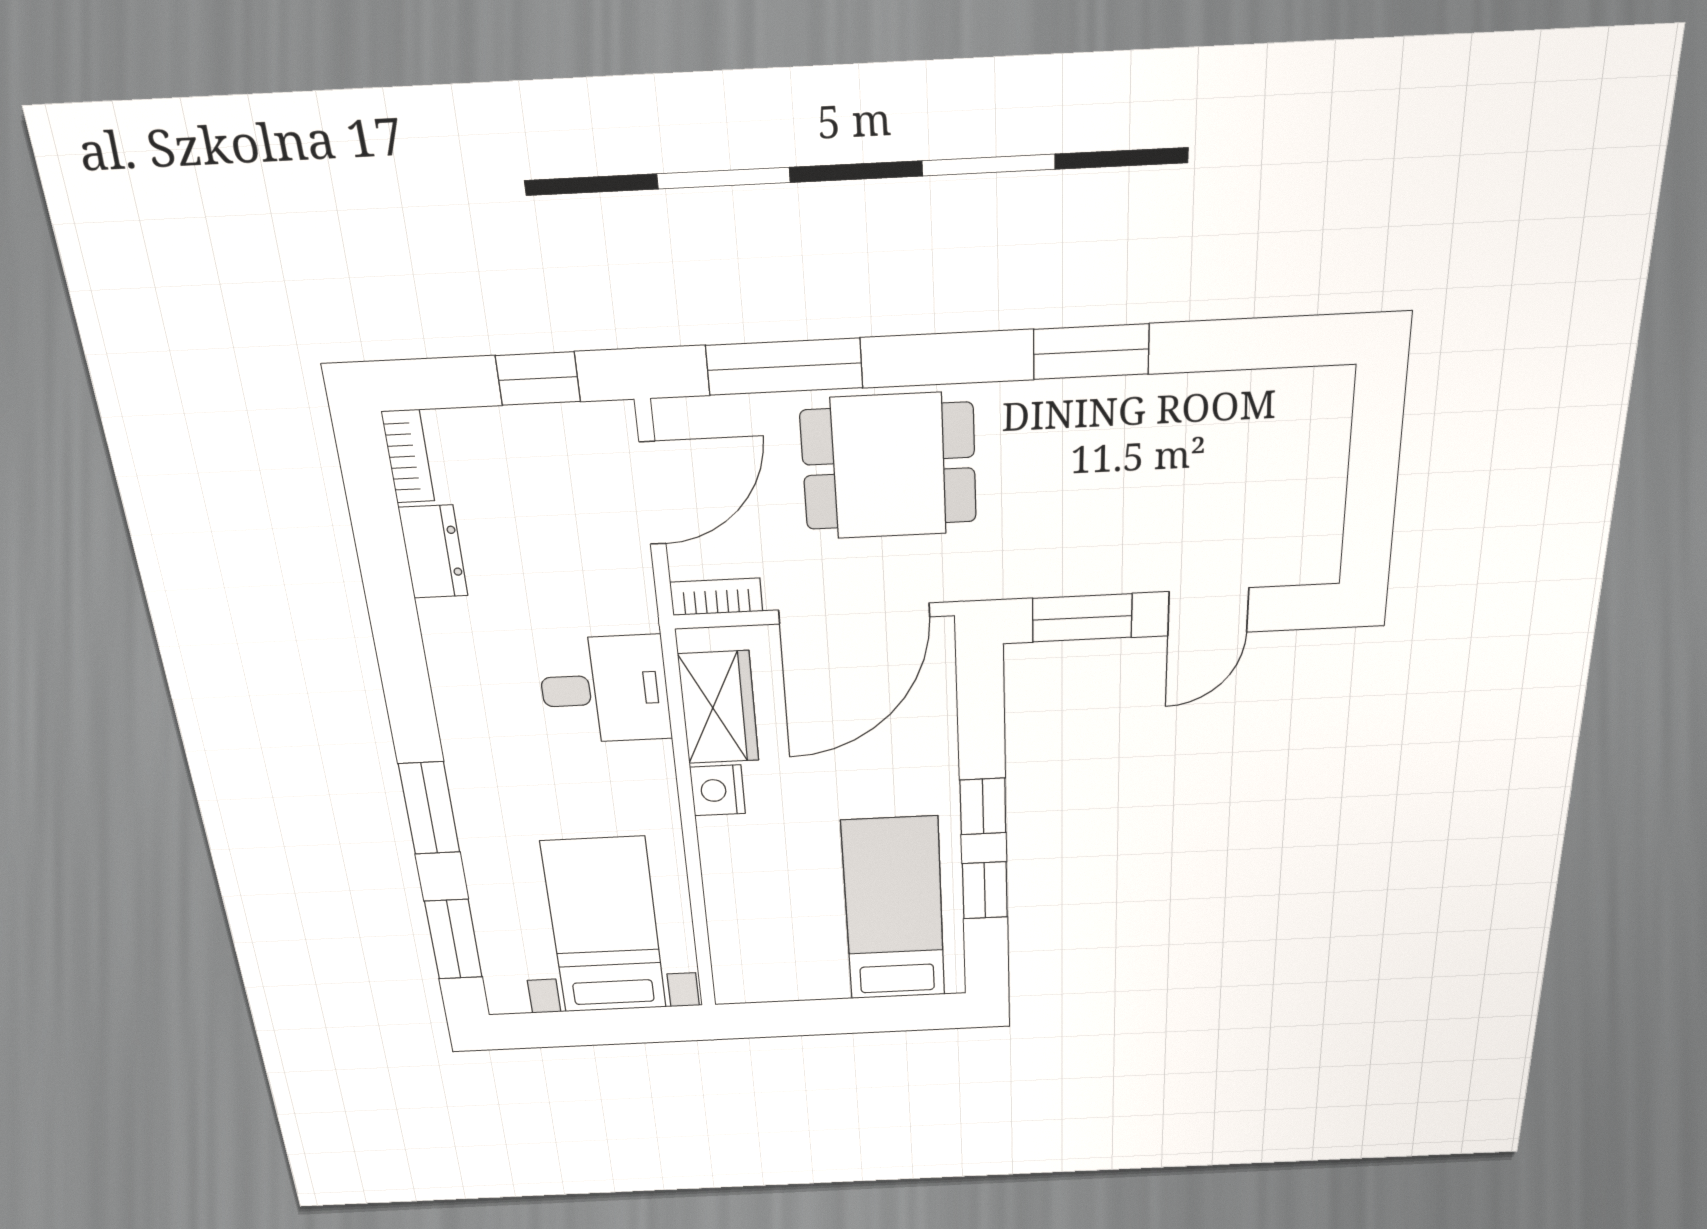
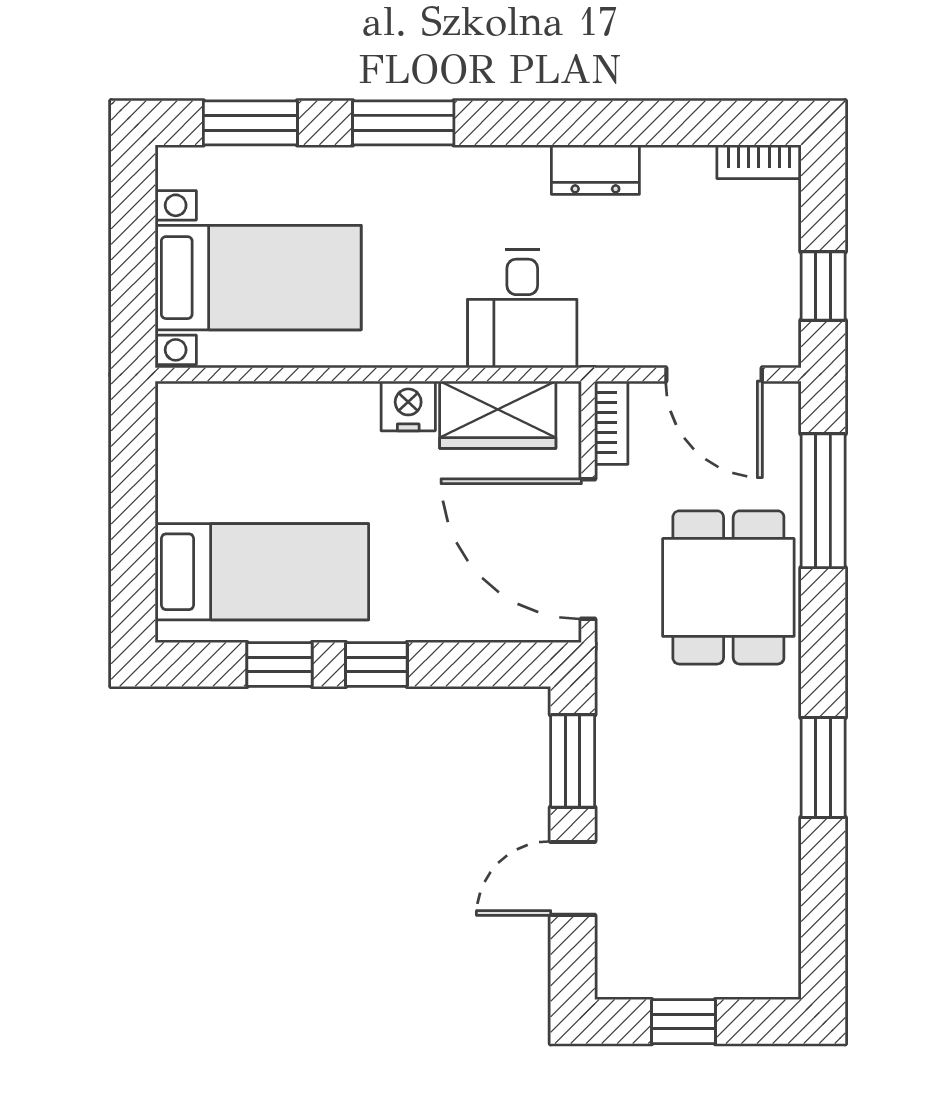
window: (1371, 491) -> (684, 1022), added
dresser: (433, 552) -> (595, 170), moved
door: (1208, 612) -> (573, 878), hinge flipped

